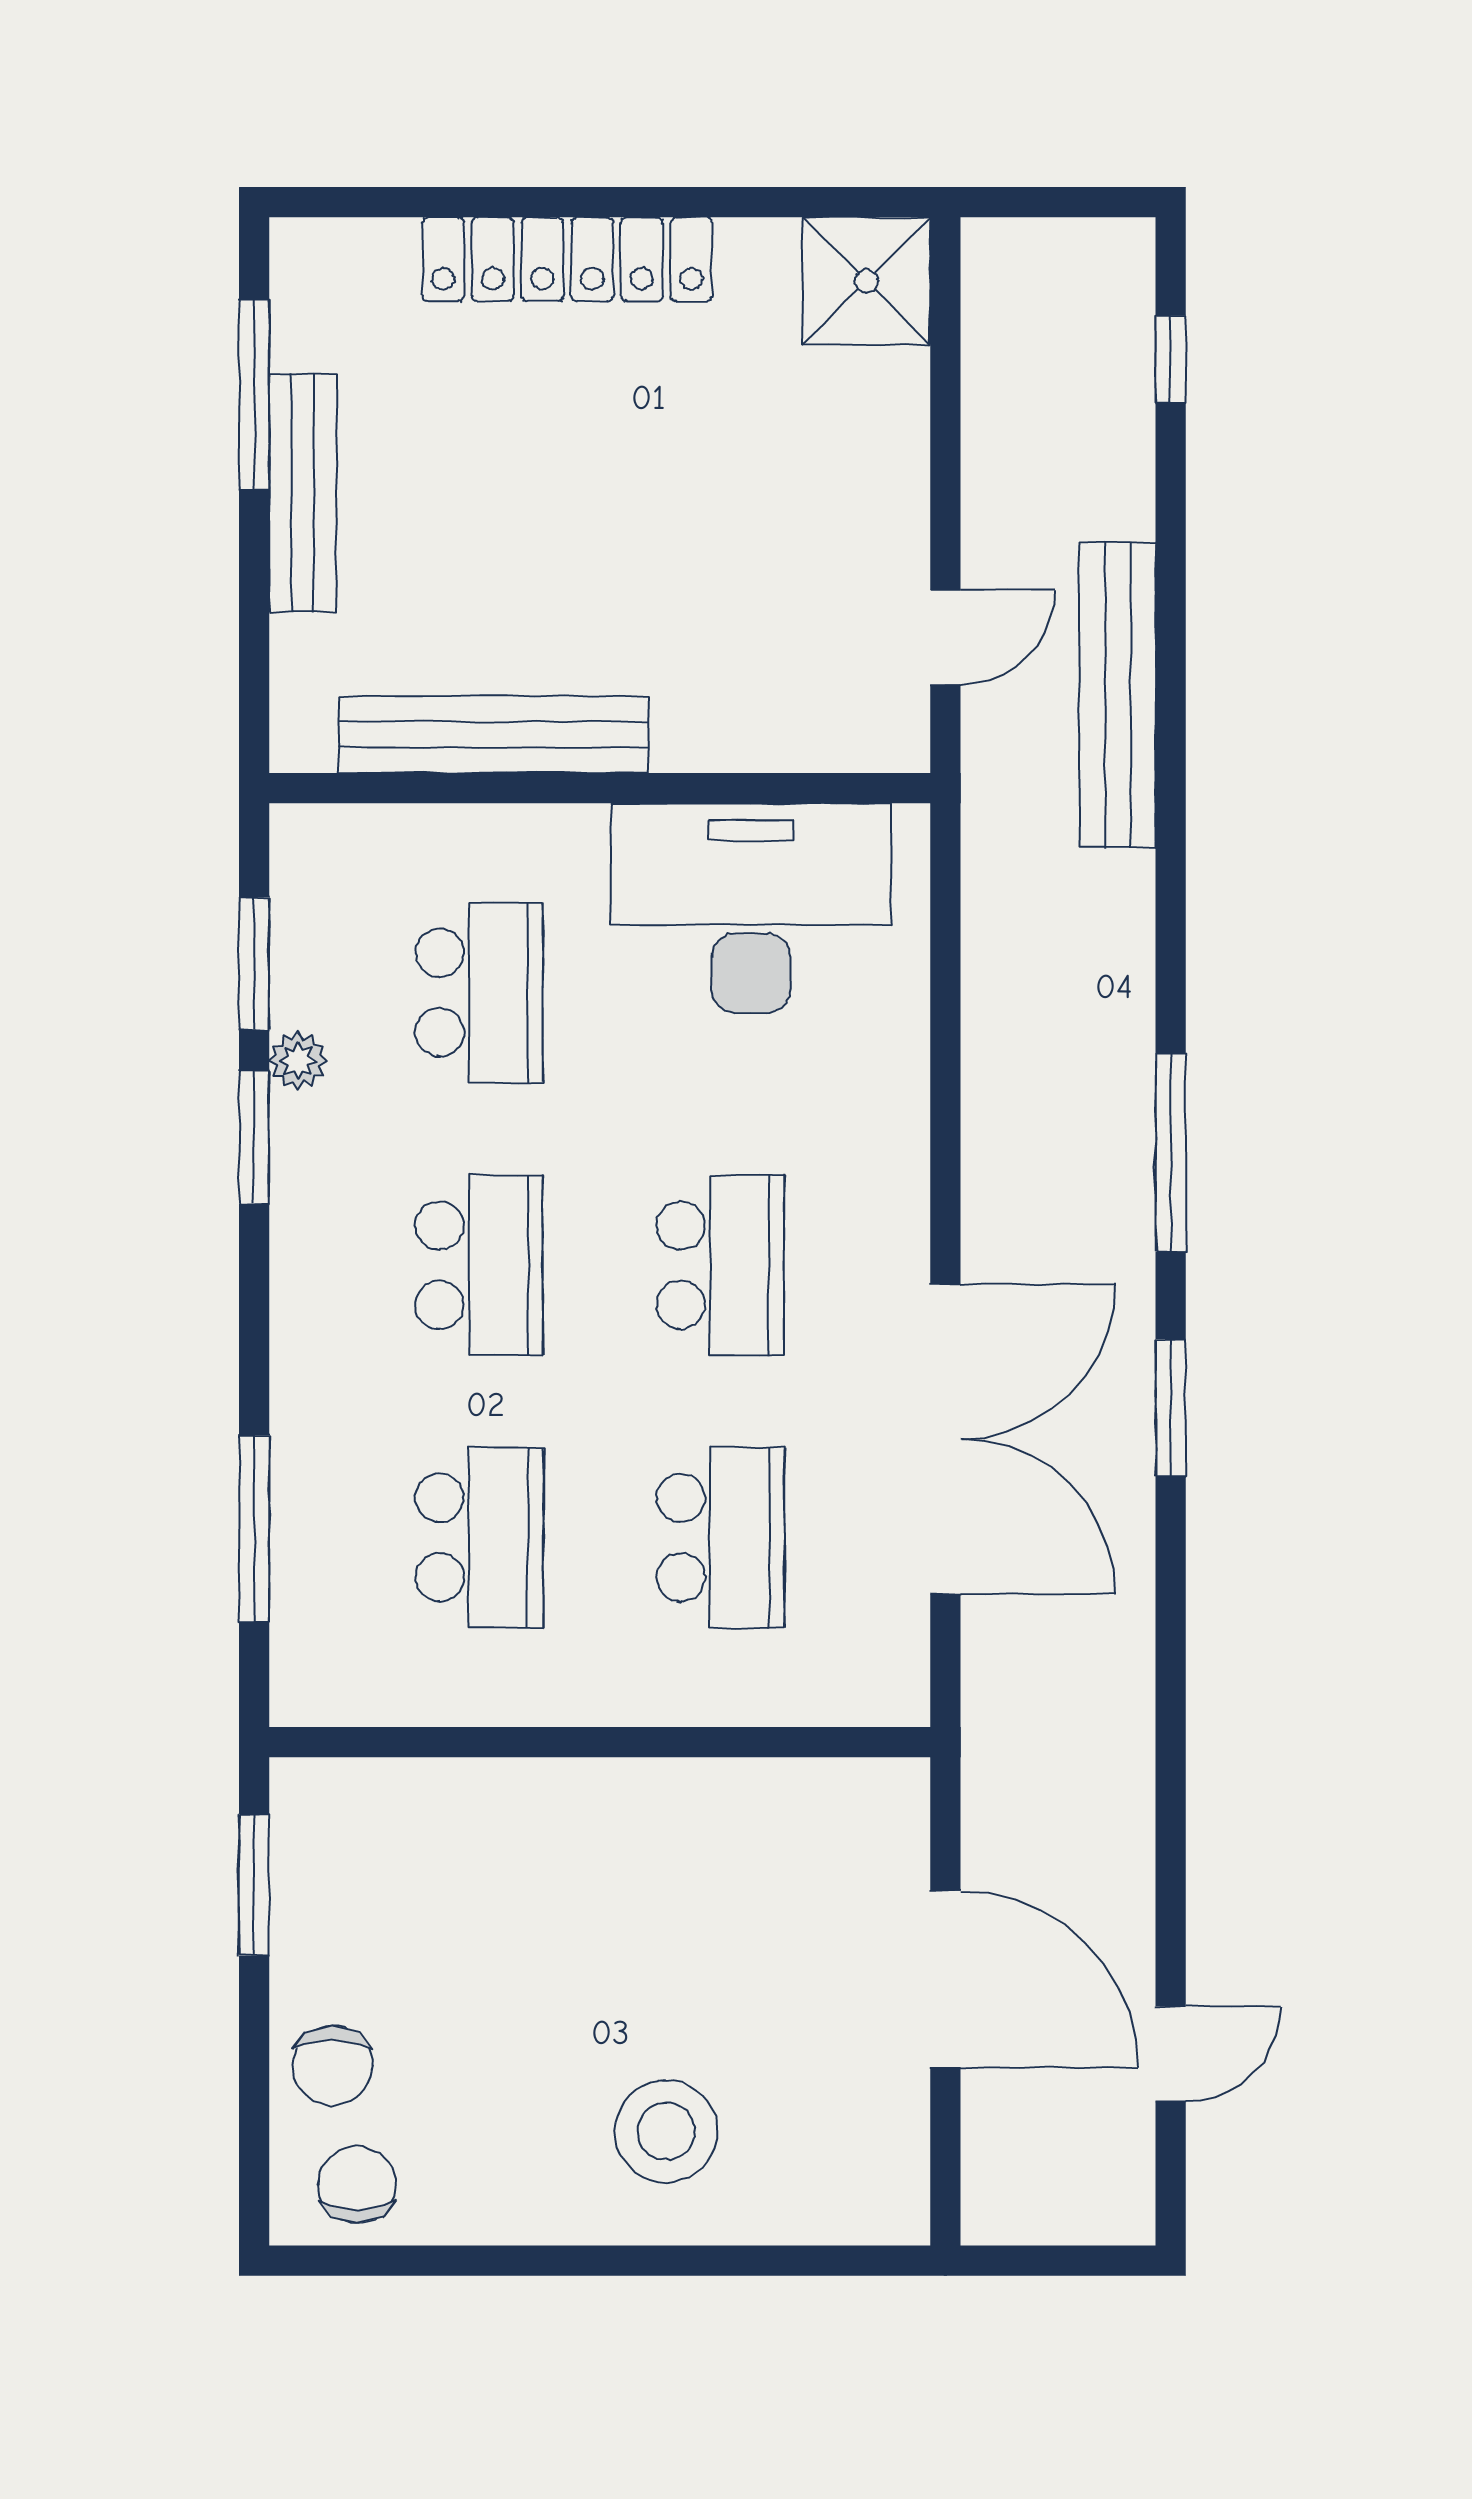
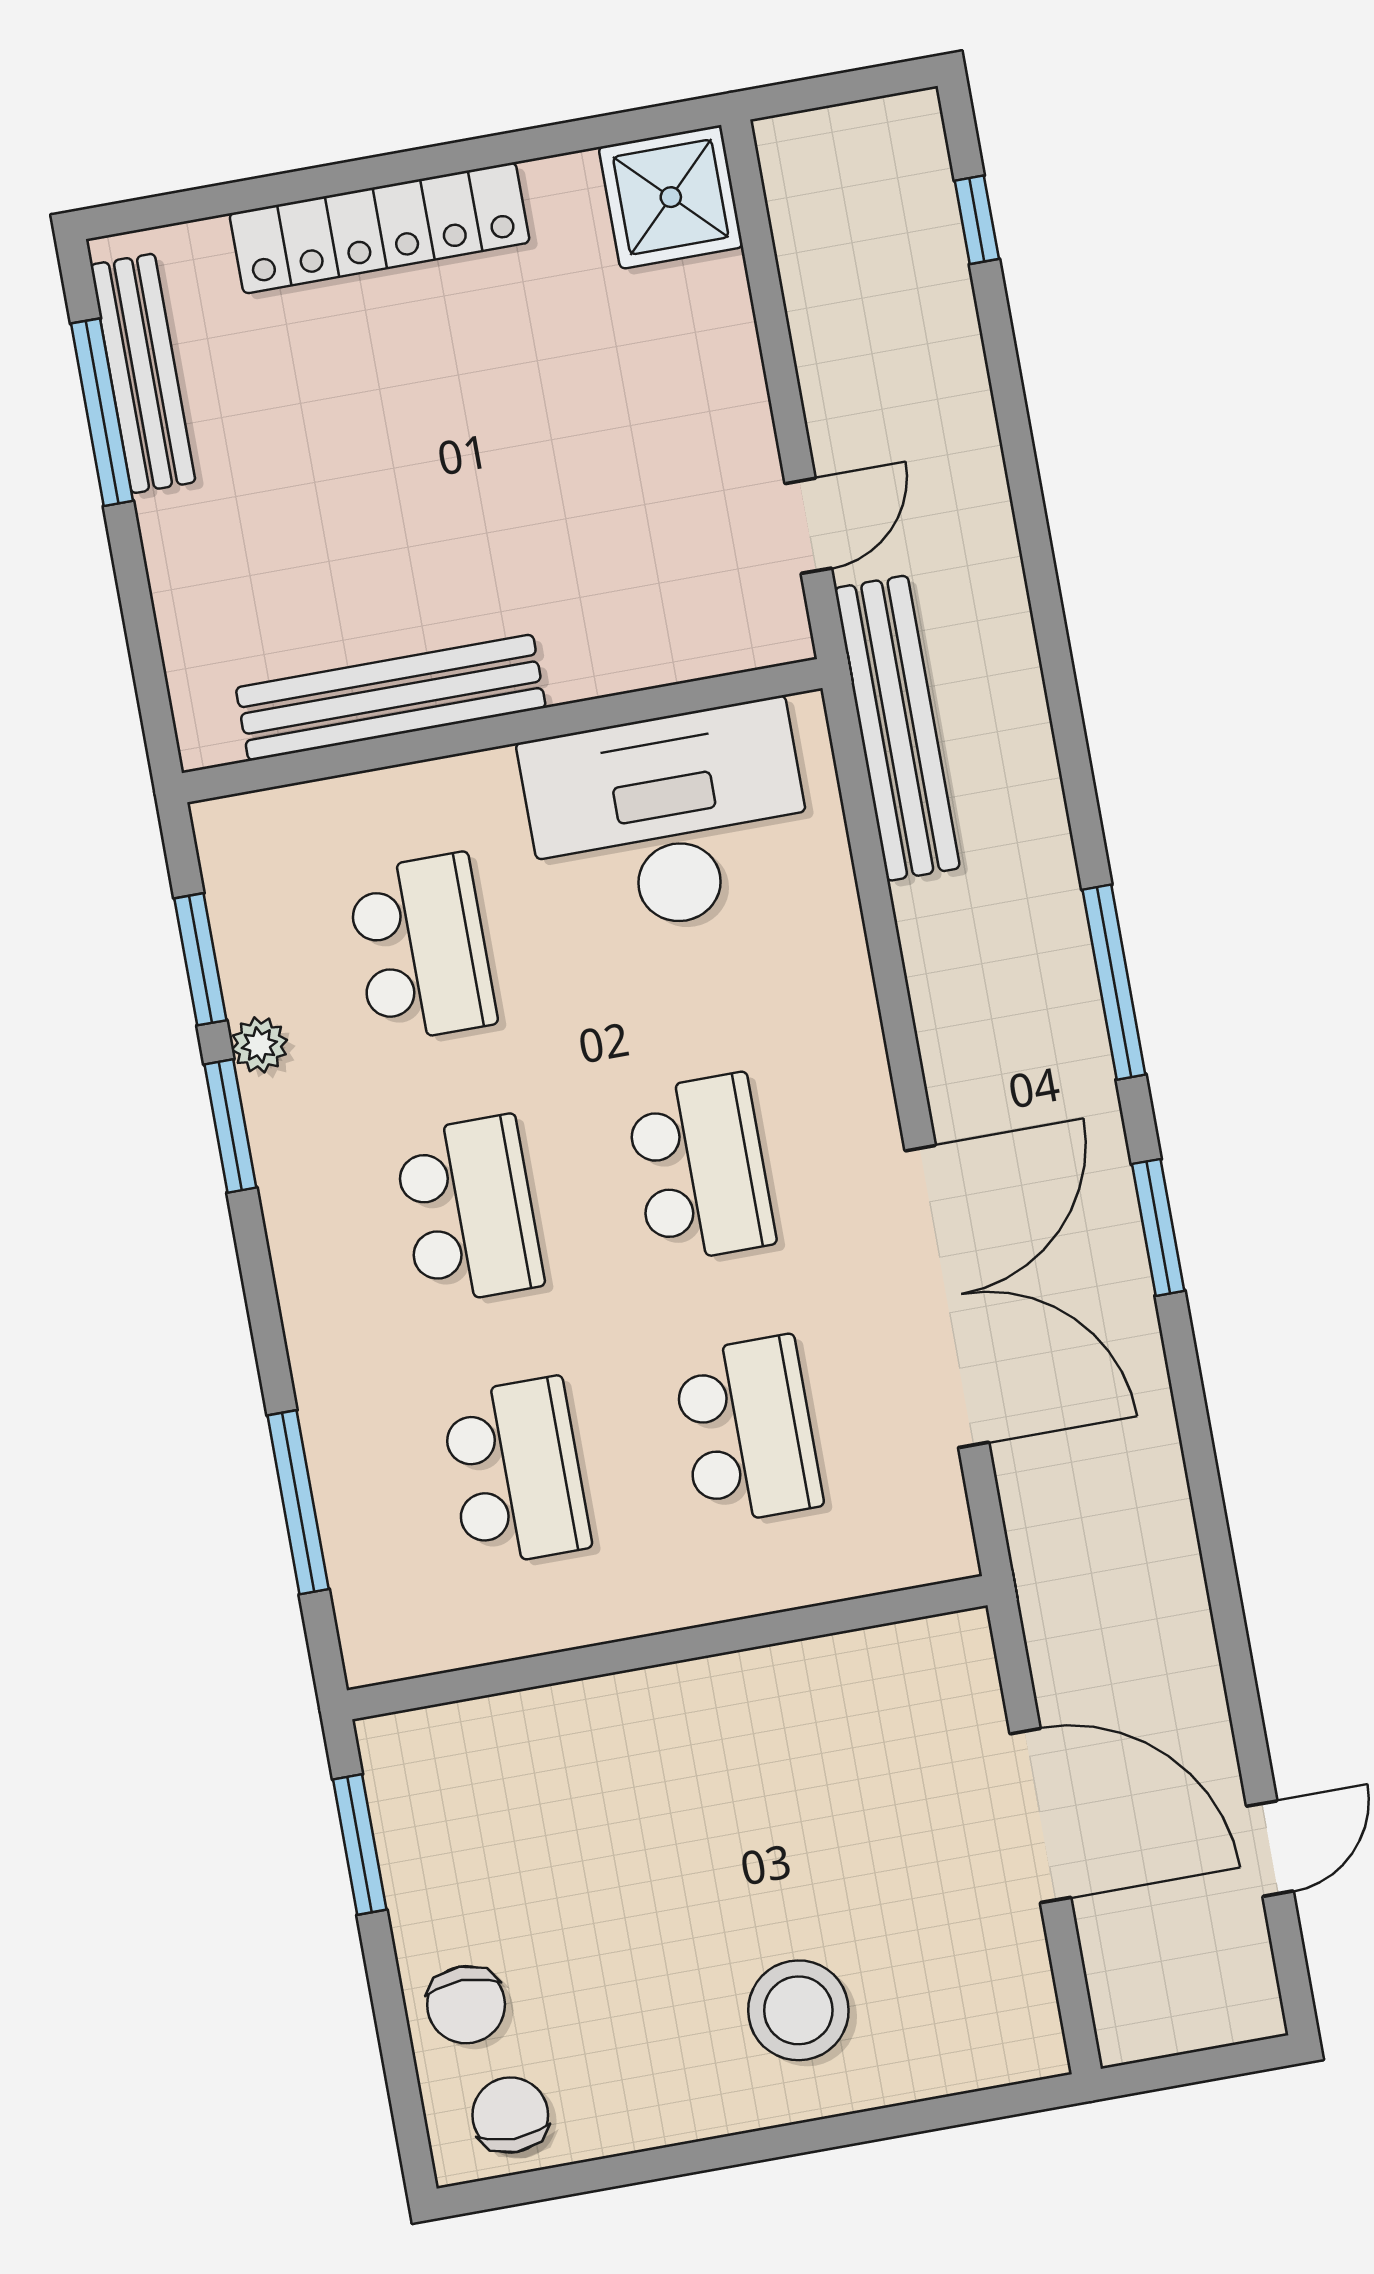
bench: (303, 493) -> (143, 373), moved
bench: (1118, 695) -> (897, 728), moved

